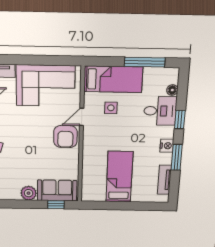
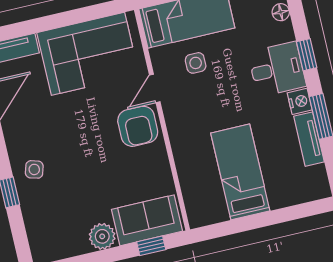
desk: (160, 111) -> (277, 69), moved
tv unit: (164, 180) -> (309, 139), moved

